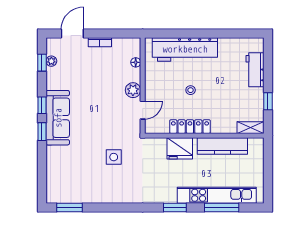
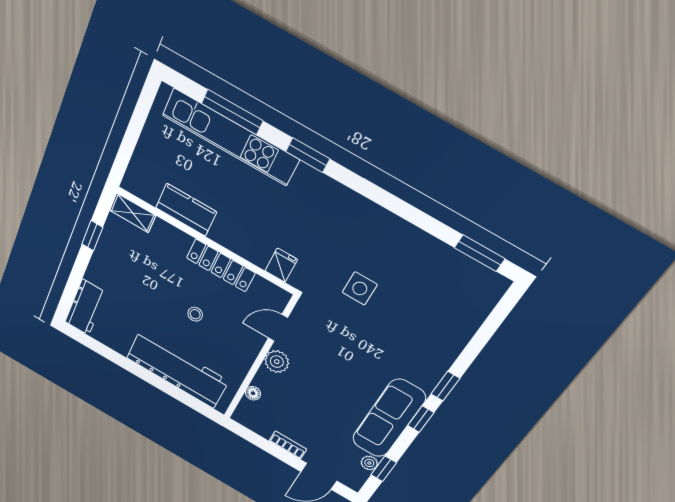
workbench: (255, 70) -> (85, 307), moved
sofa: (58, 118) -> (389, 419), moved
kitchen counter: (222, 146) -> (186, 210), width x0.67
fridge: (180, 148) -> (281, 265), moved, width x0.53, depth x0.75

